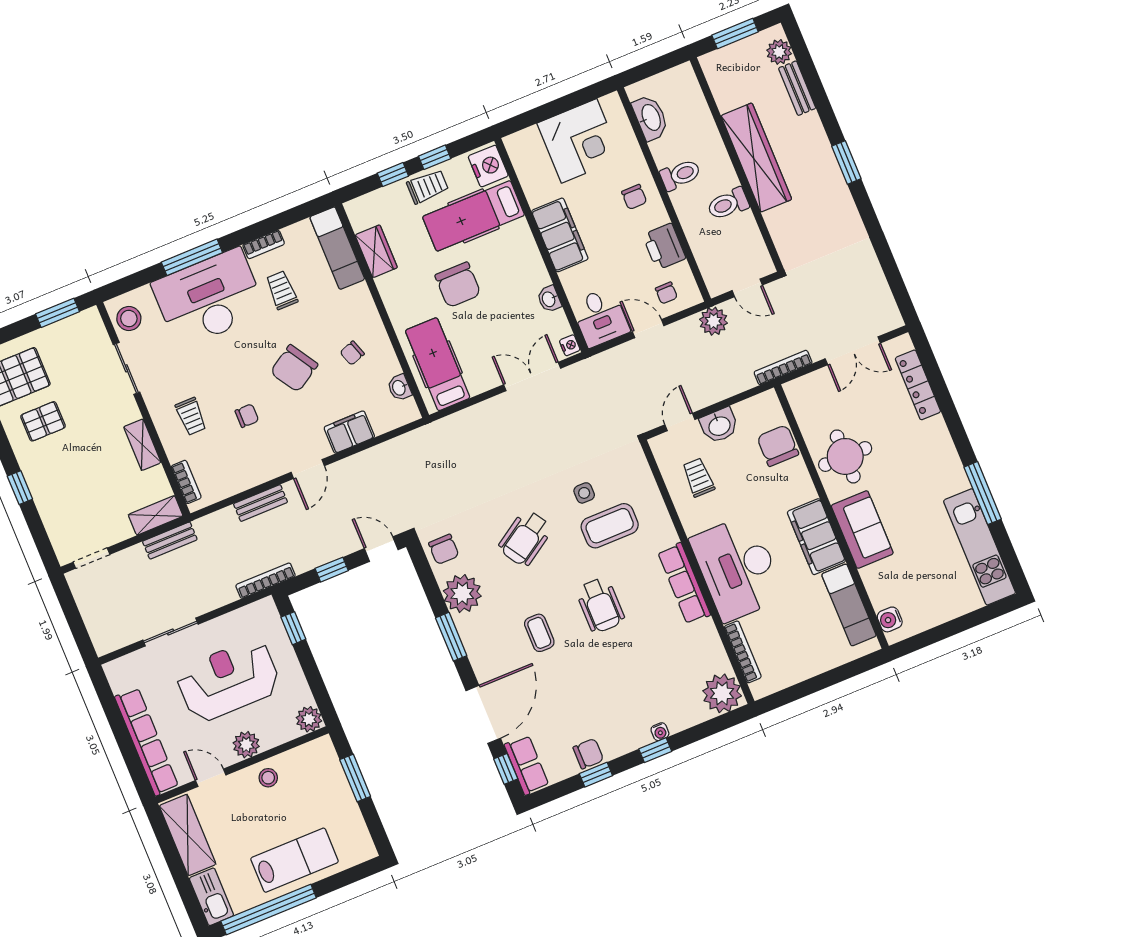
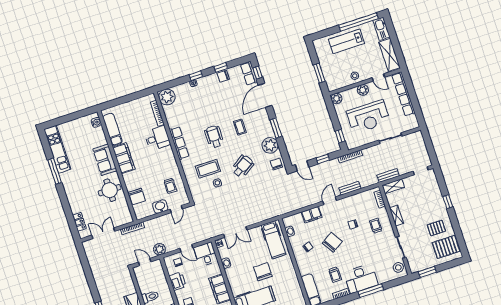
wardrobe: (376, 251) -> (295, 288), removed
desk: (209, 298) -> (361, 278), width x0.73, depth x0.77
locker: (918, 385) -> (79, 222), width x0.66
desk: (737, 568) -> (157, 138), width x0.53, depth x0.77

